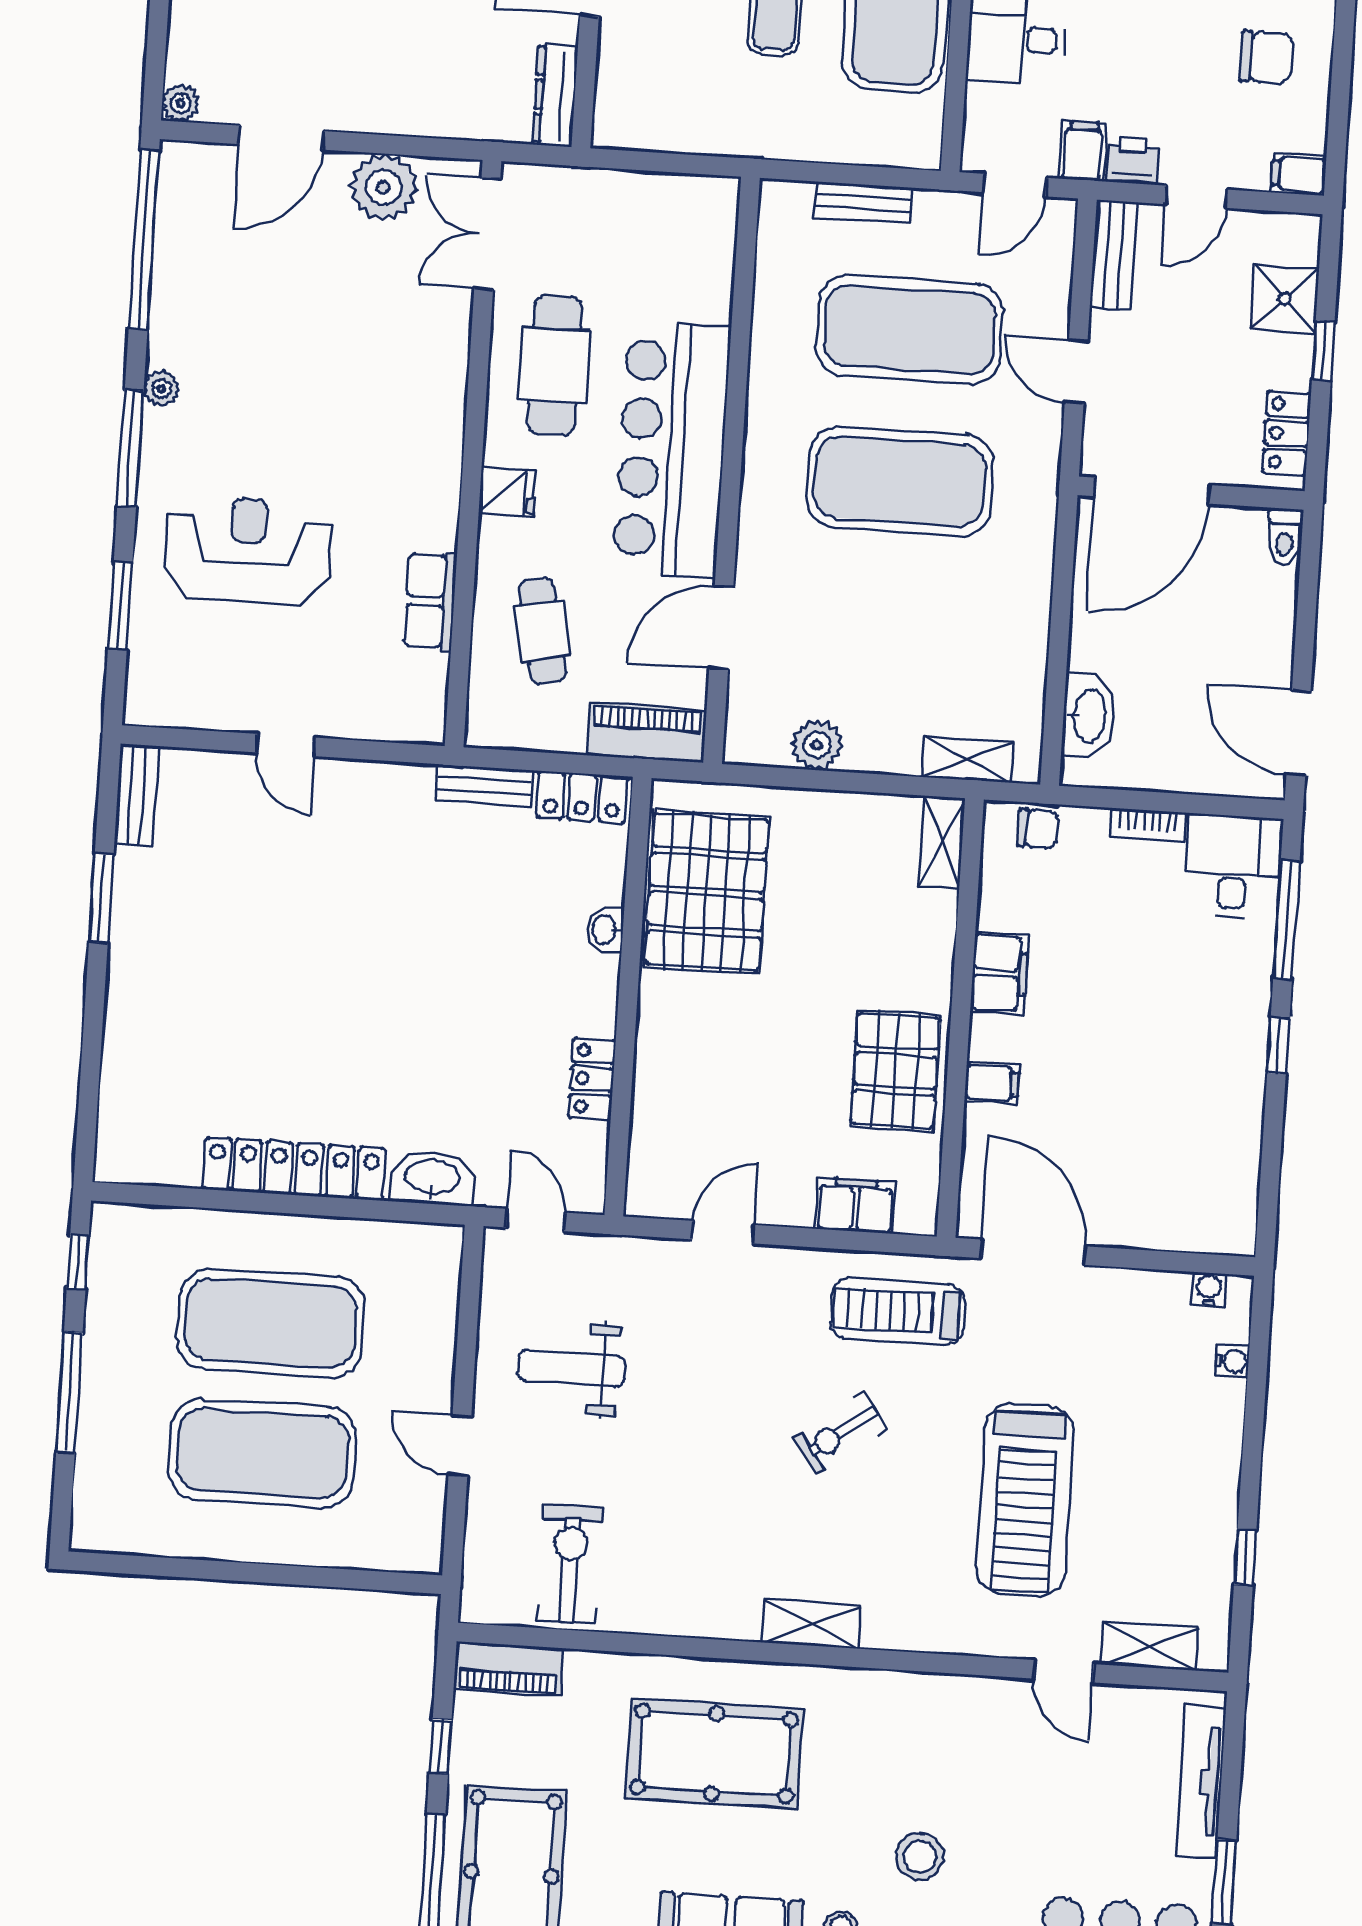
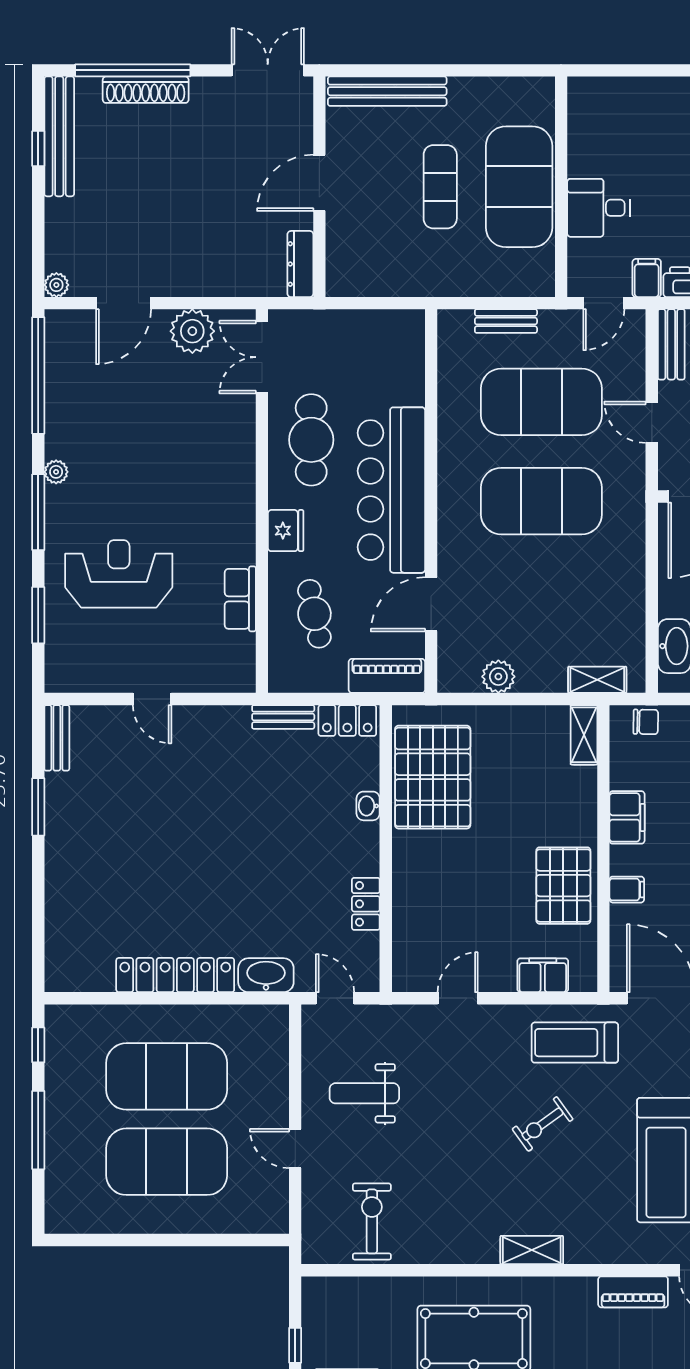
fridge: (507, 492) -> (286, 531), width x1.38
piano: (508, 1669) -> (633, 1292), moved

